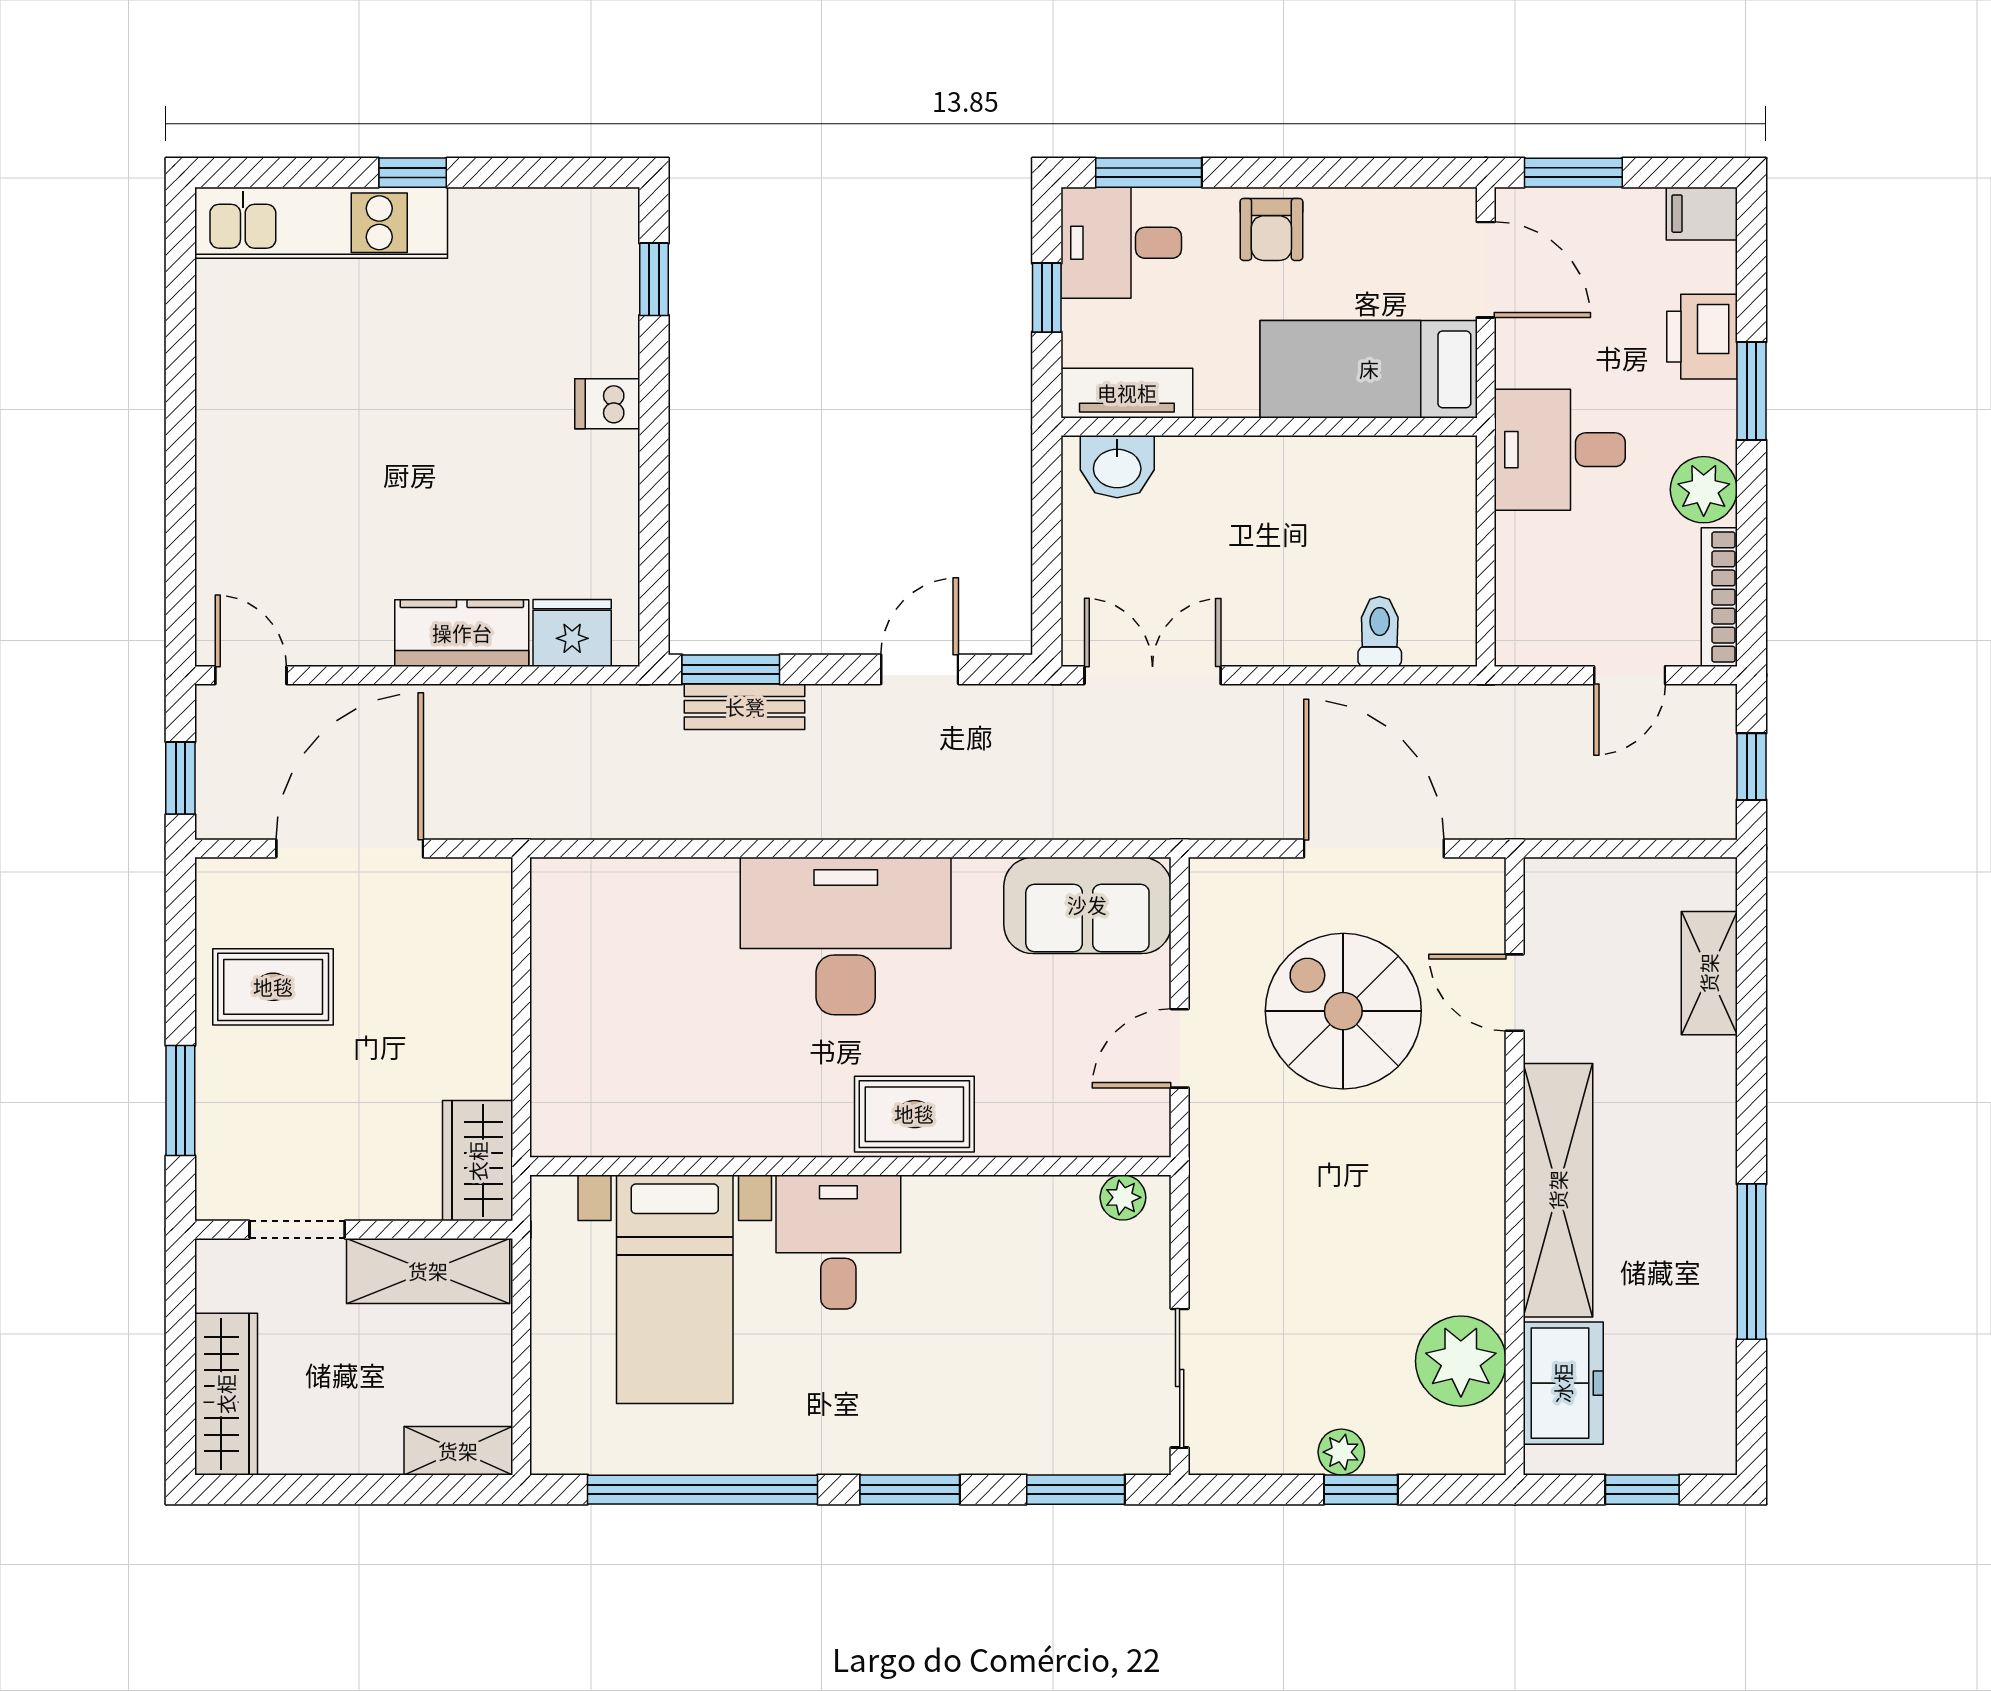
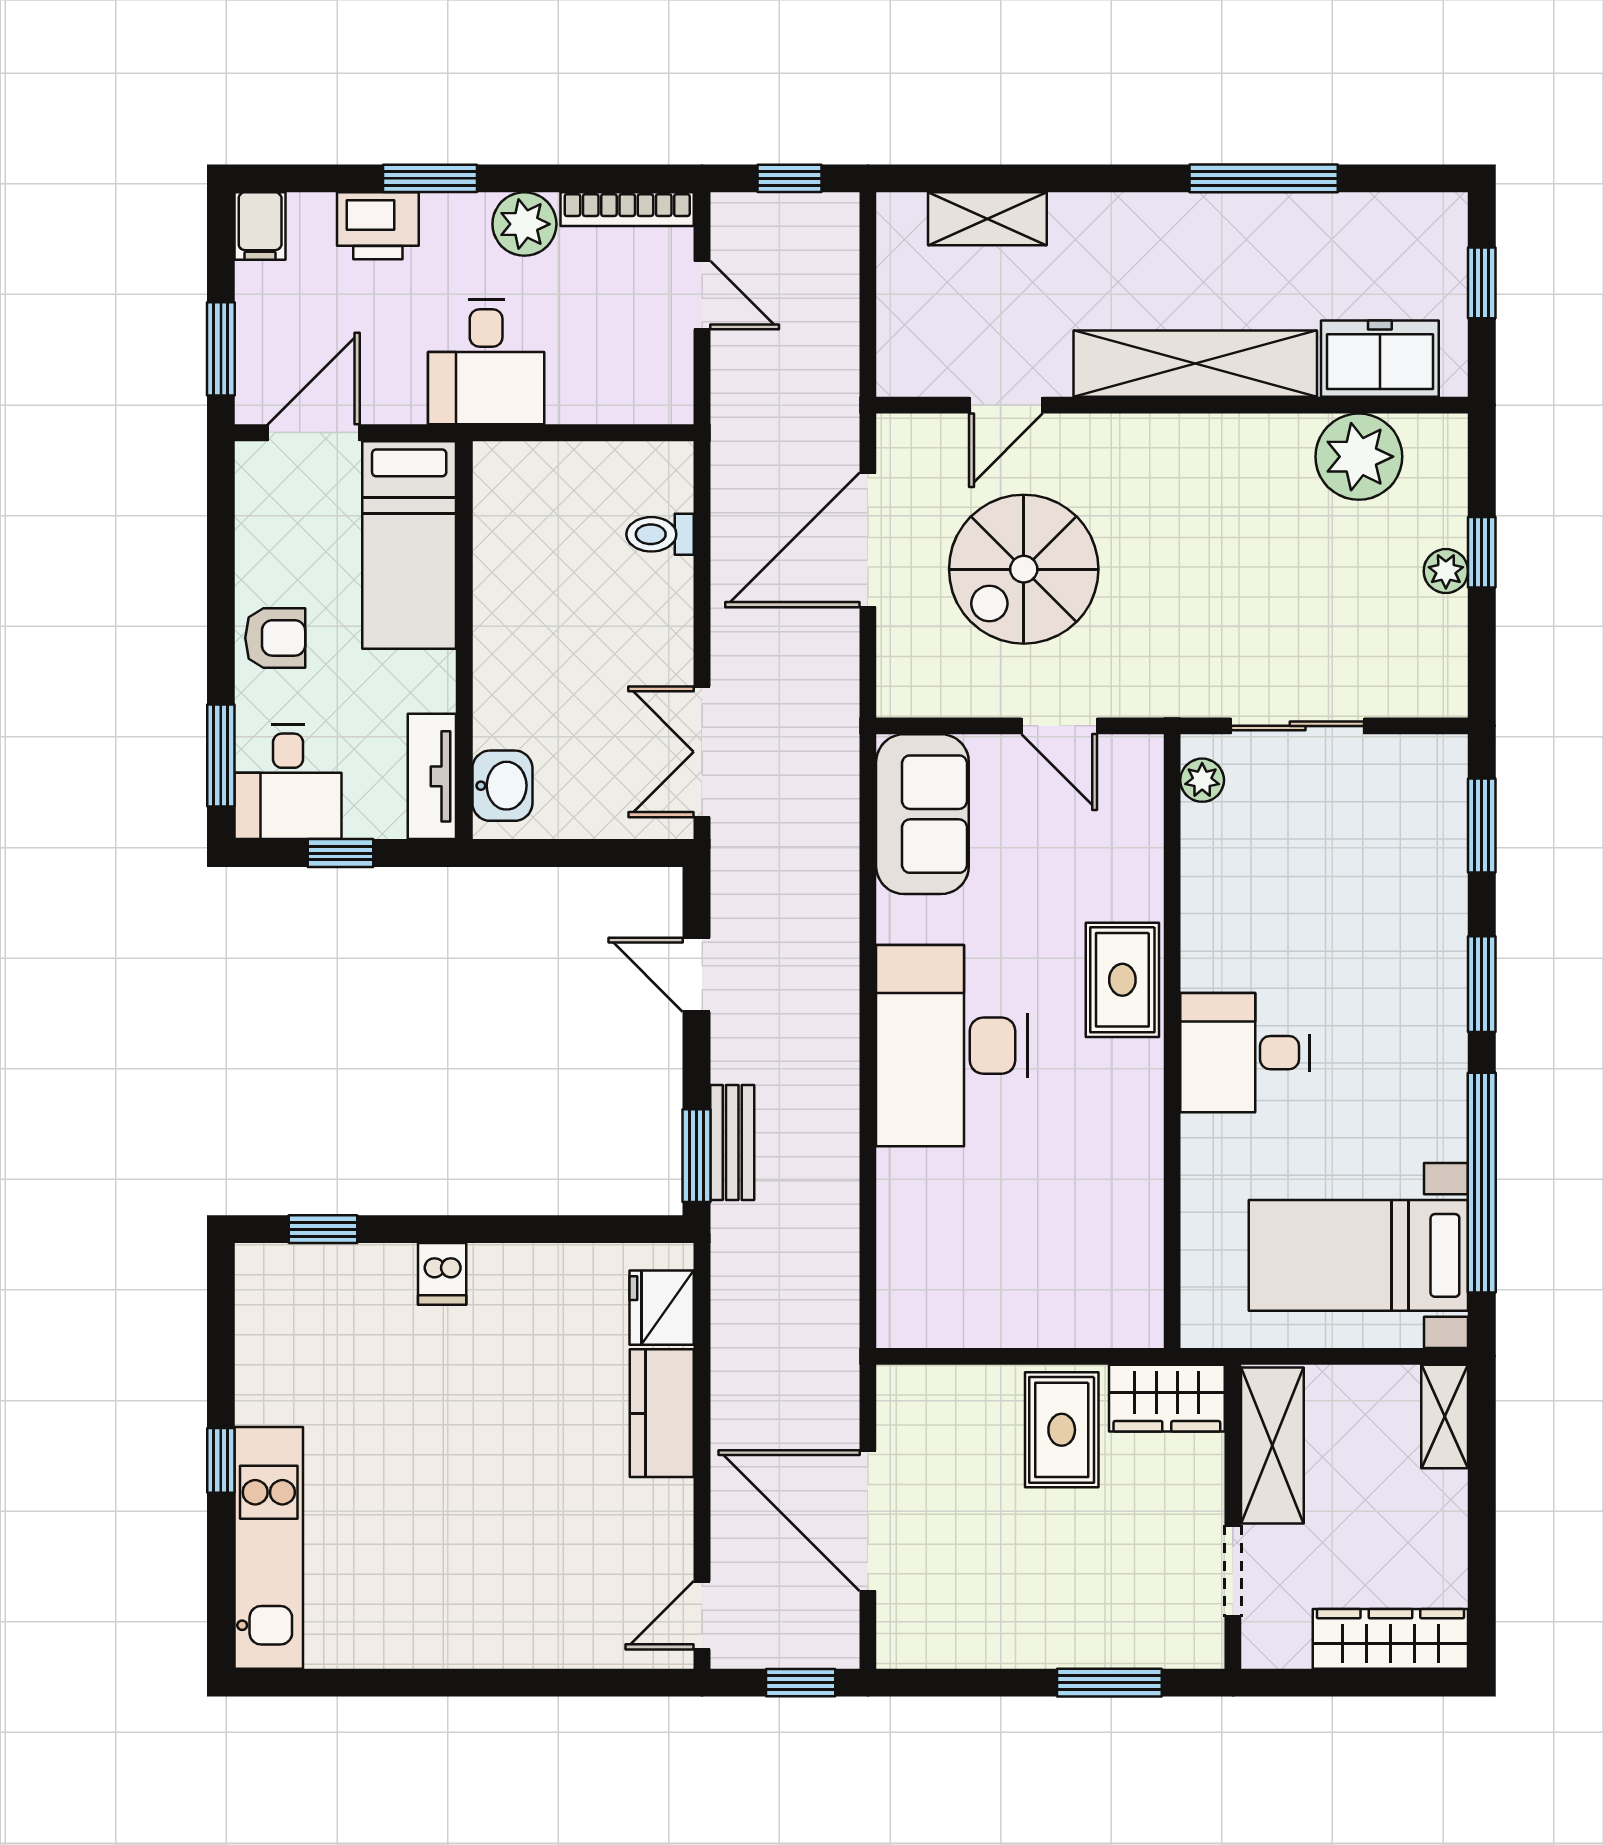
rug: (273, 987) -> (1062, 1430), moved
bed with nightstands: (675, 1289) -> (1358, 1255), moved, turned 180
sliding door: (1180, 1378) -> (1298, 726), moved

